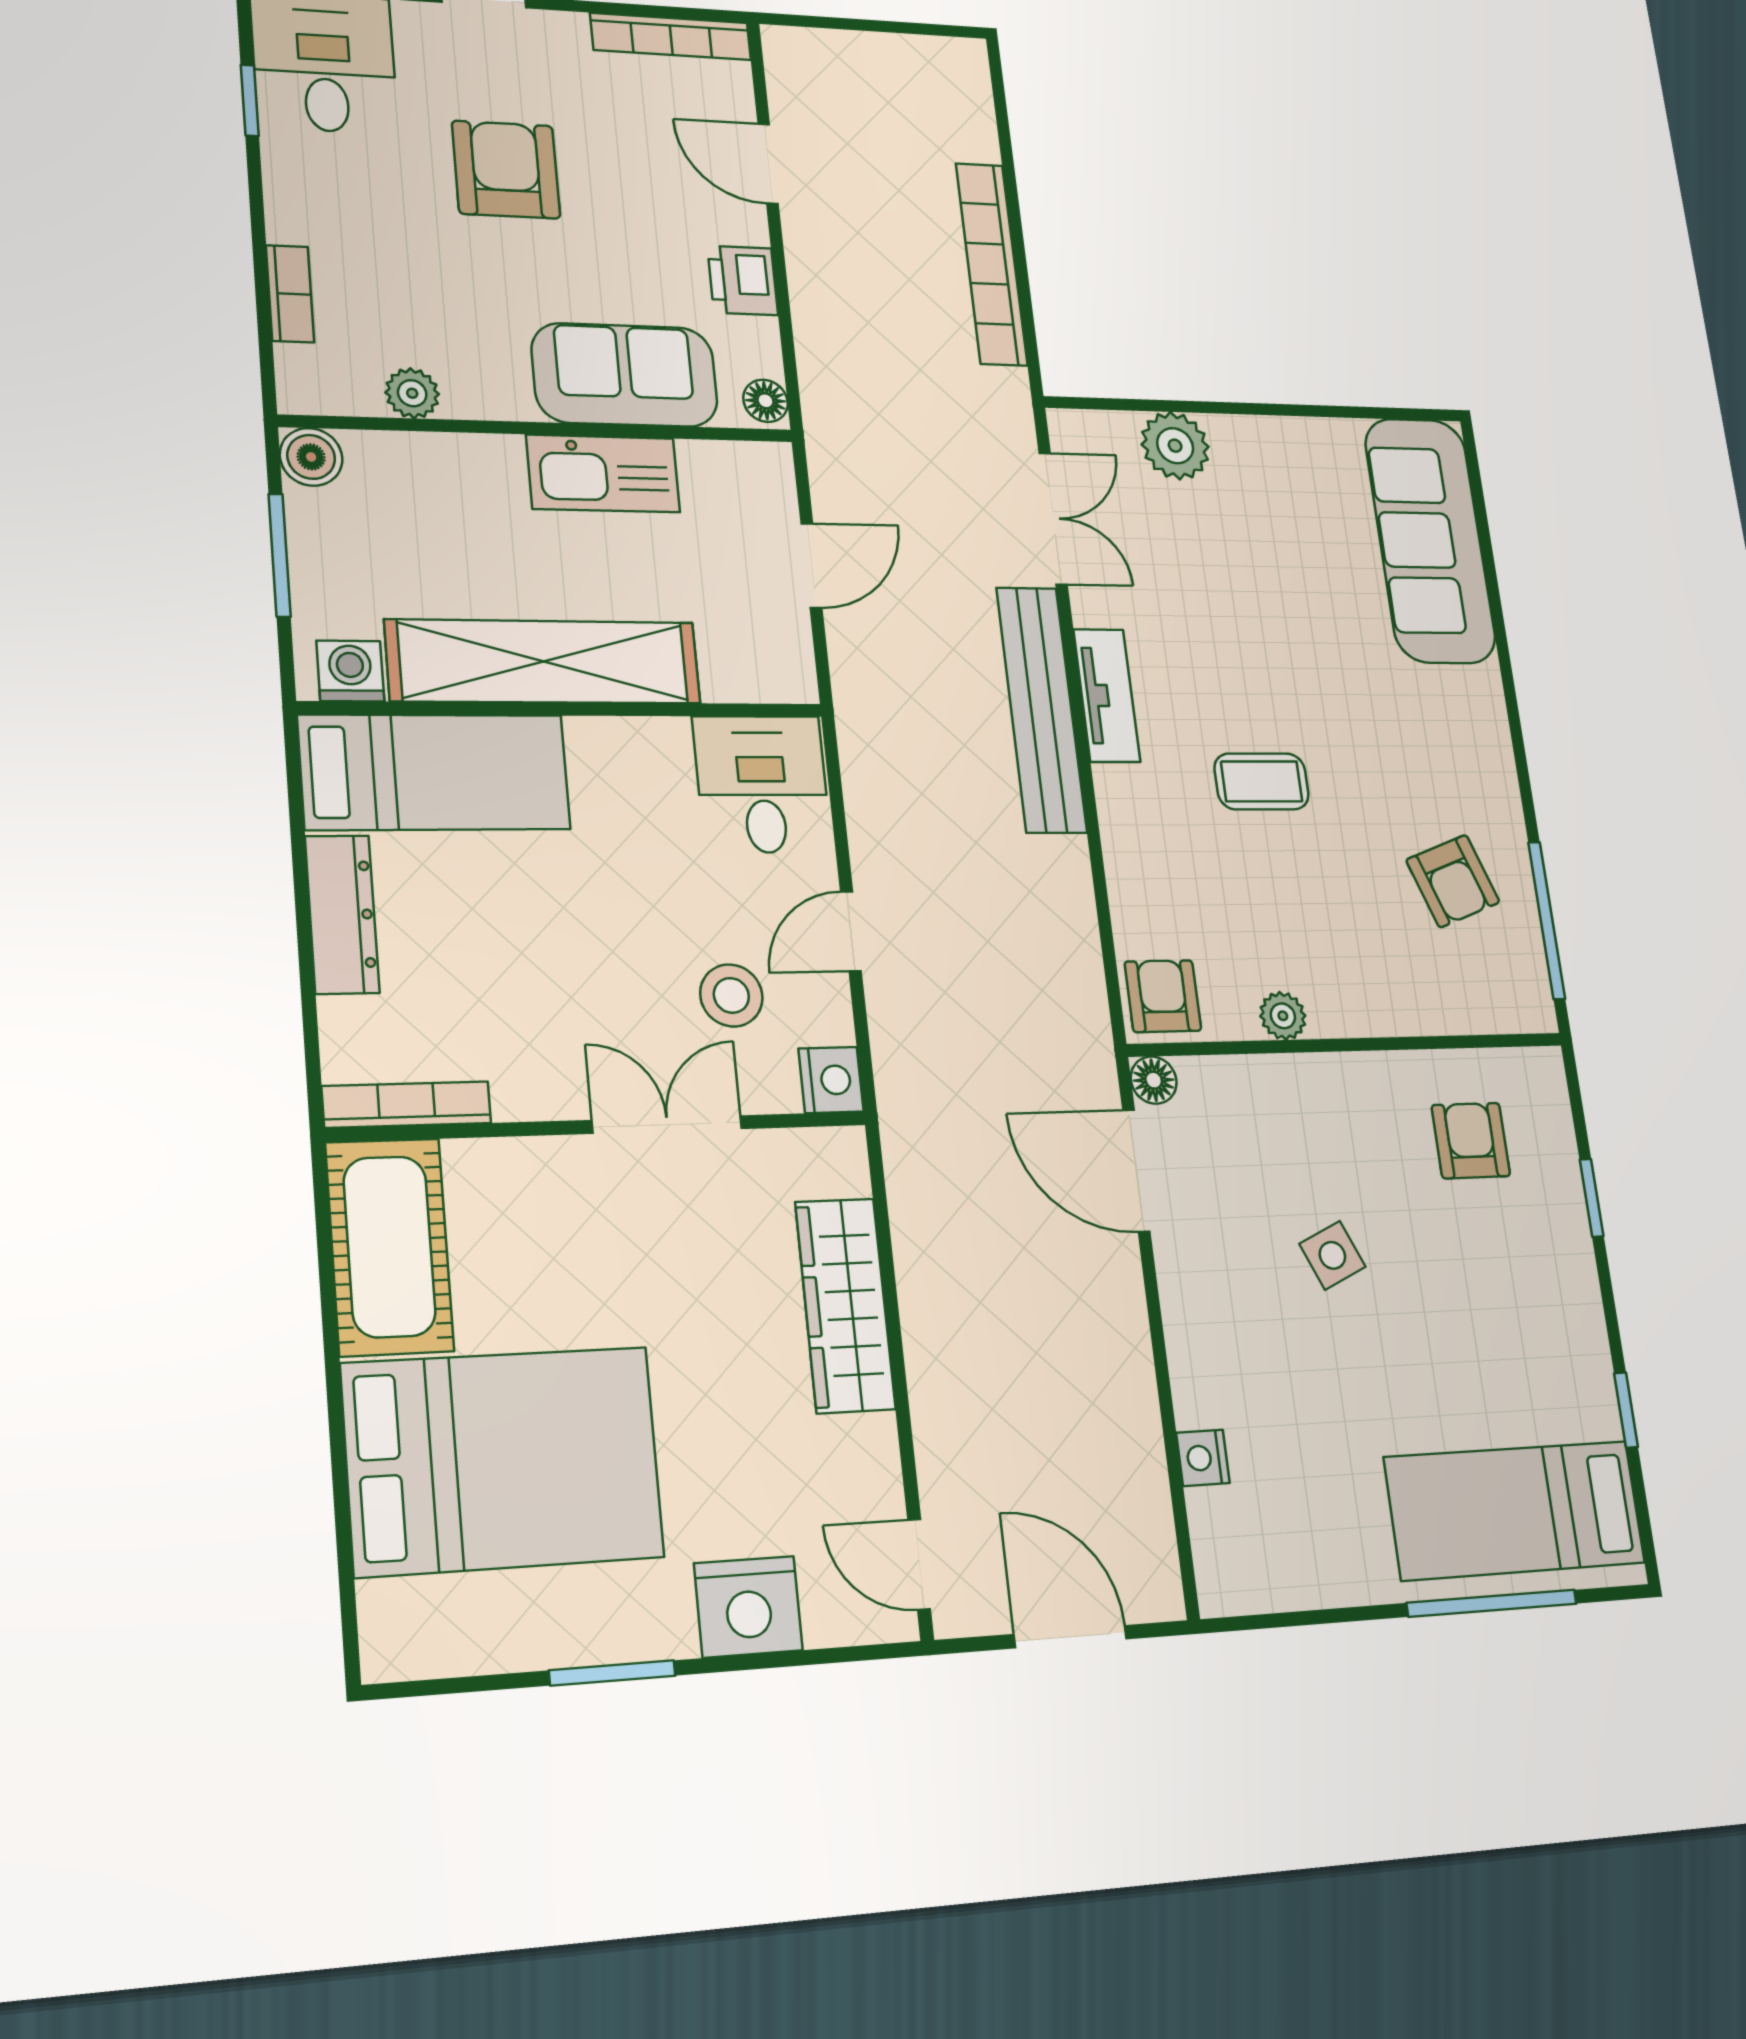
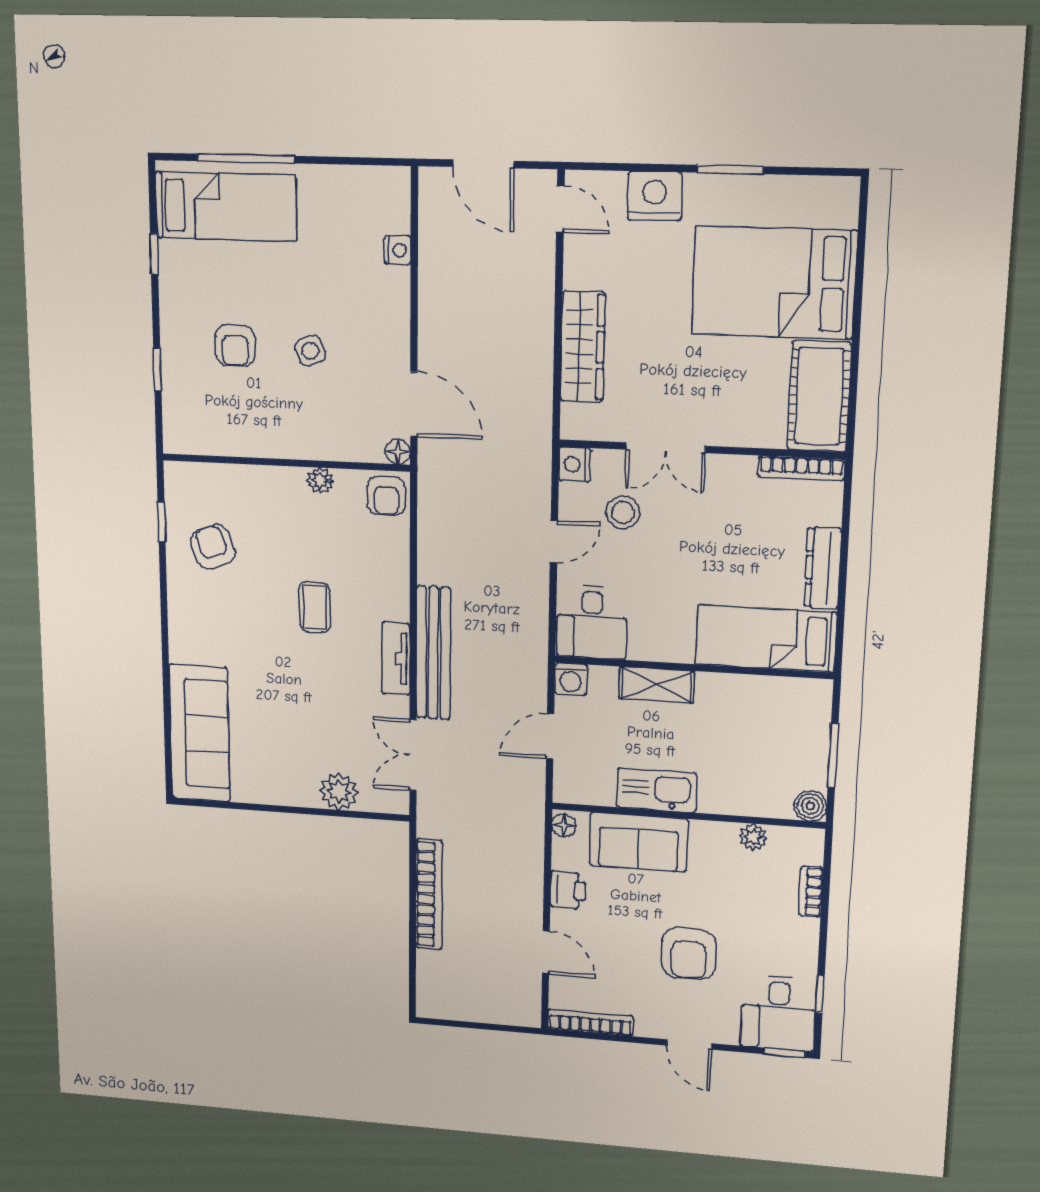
shelving: (544, 662) -> (657, 685), width x0.45, depth x0.75
washing machine: (350, 671) -> (571, 679), moved
coffee table: (1262, 781) -> (315, 607), turned 90
window: (1547, 920) -> (162, 522), width x0.46
armchair: (1471, 1141) -> (235, 346), moved

